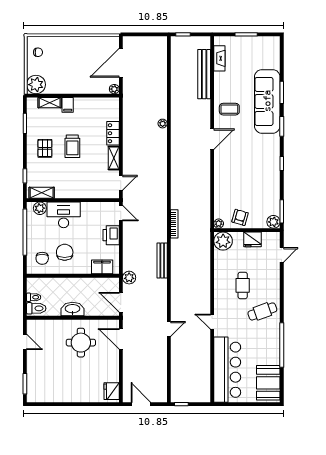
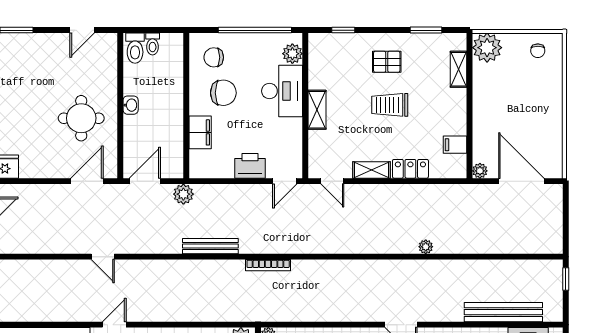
filing cabinet: (68, 105) -> (455, 145), moved
shelving: (42, 193) -> (317, 110), moved
filing cabinet: (102, 267) -> (200, 132), moved
washbasin: (73, 309) -> (131, 105), width x0.52, depth x0.69

